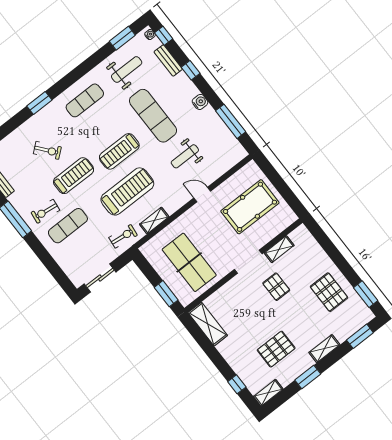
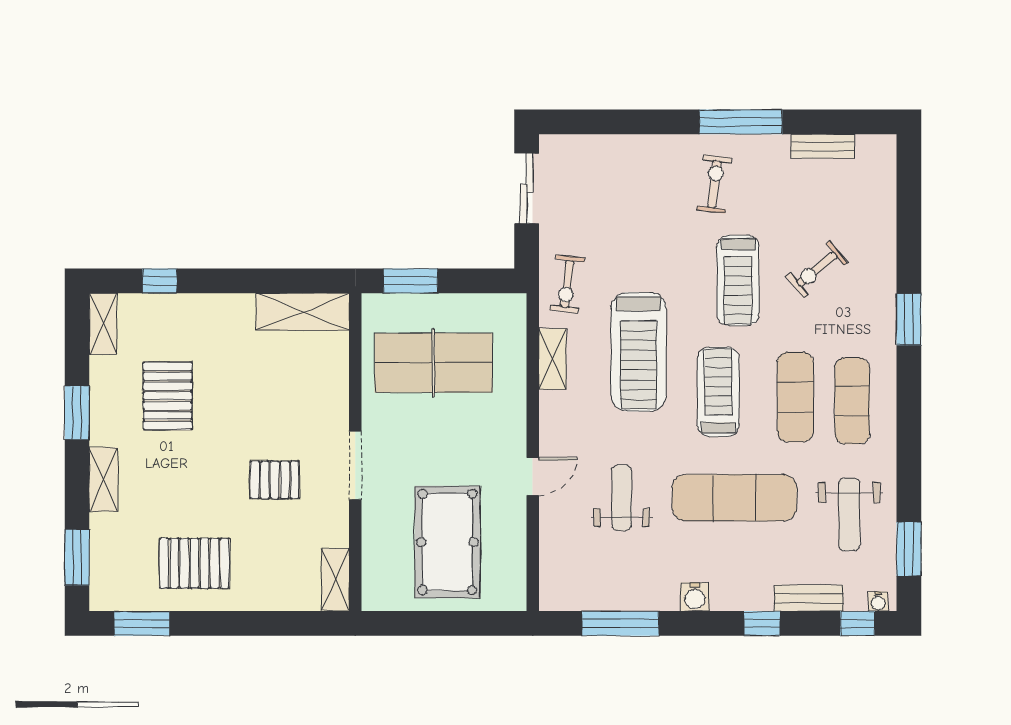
exercise mat: (68, 226) -> (795, 397), moved
shelving: (279, 249) -> (335, 580), moved

